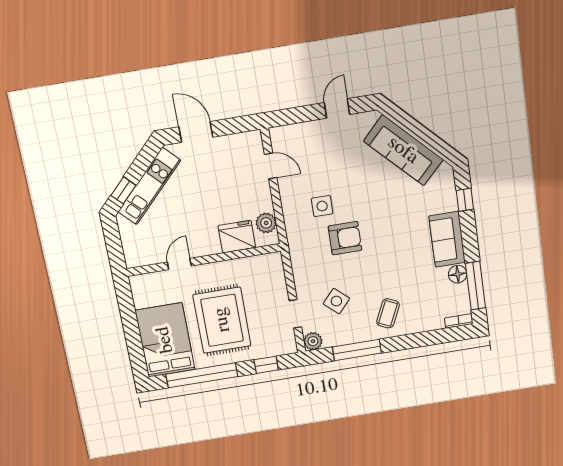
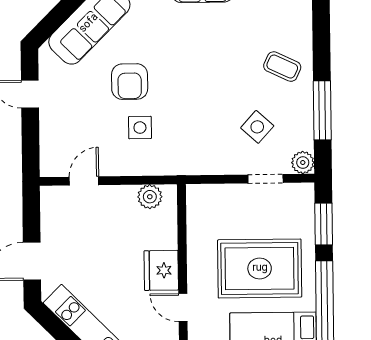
fridge: (237, 237) -> (161, 270), moved
armchair: (345, 238) -> (130, 82), moved, turned 180
window: (266, 365) -> (324, 224), width x1.50

